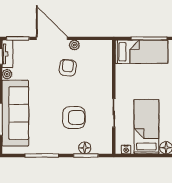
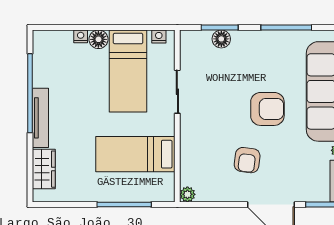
plant: (74, 45) -> (187, 194), moved
bed: (142, 52) -> (135, 154), moved
armchair: (74, 118) -> (267, 109), moved, turned 180

